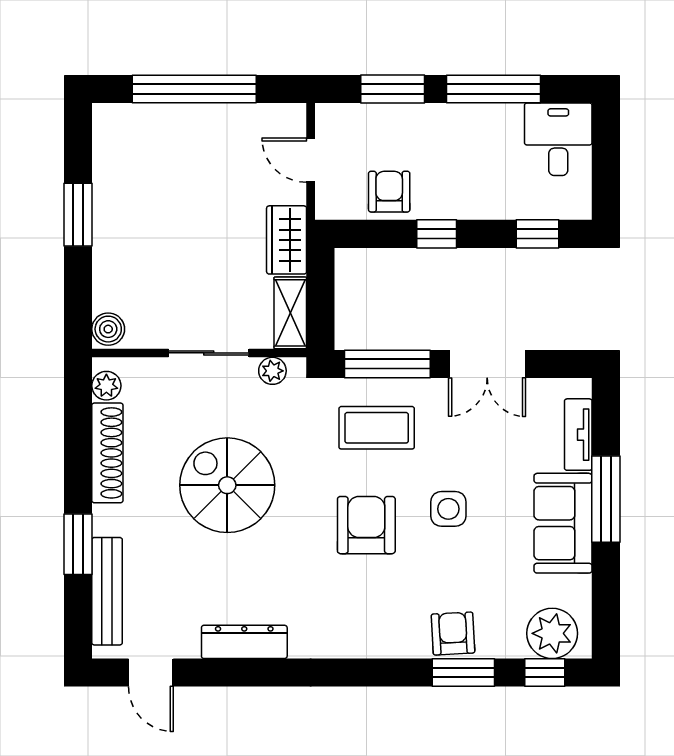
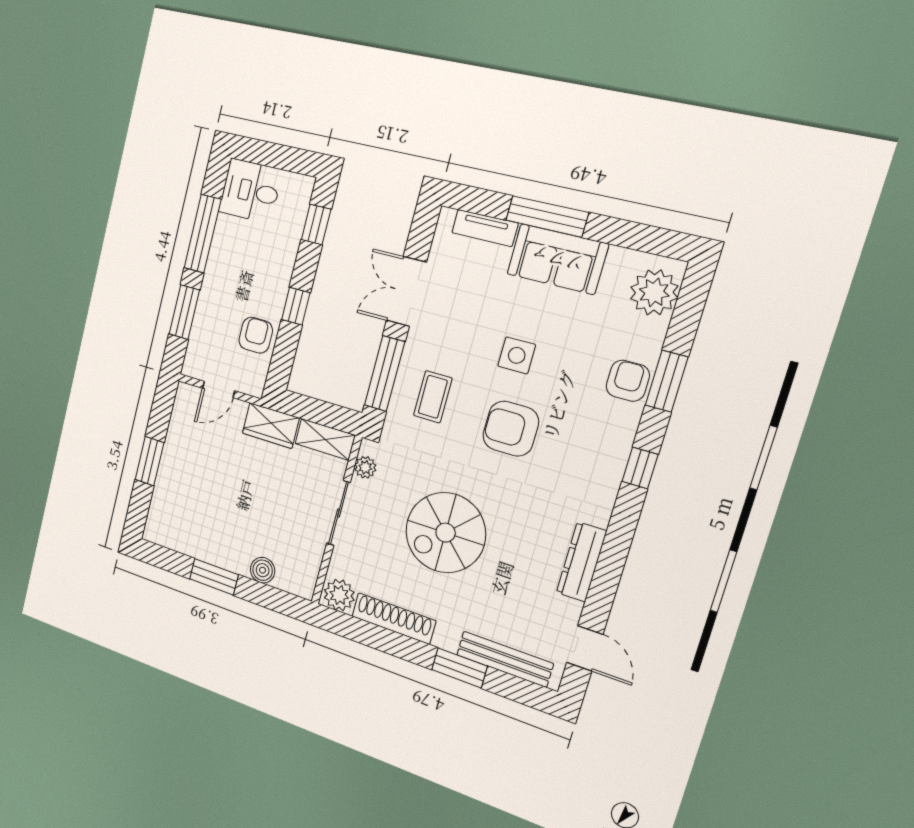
window: (194, 89) -> (150, 461), width x0.47
armchair: (389, 192) -> (256, 335), turned 90
boiler: (108, 329) -> (263, 570), moved
double door: (487, 364) -> (406, 291), swing flipped
plant: (106, 386) -> (339, 595), width x1.38, depth x1.38
coffee table: (377, 428) -> (433, 397), width x0.73, depth x0.77
armchair: (453, 634) -> (628, 381), turned 93
door: (151, 673) -> (585, 648), hinge flipped
window: (545, 673) -> (640, 468), moved

